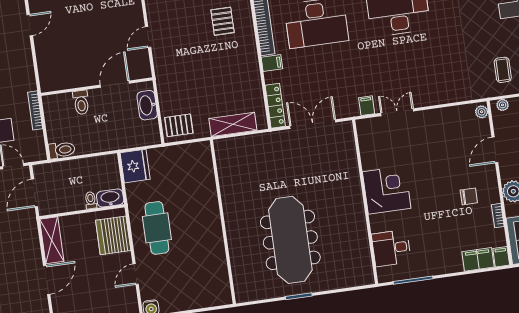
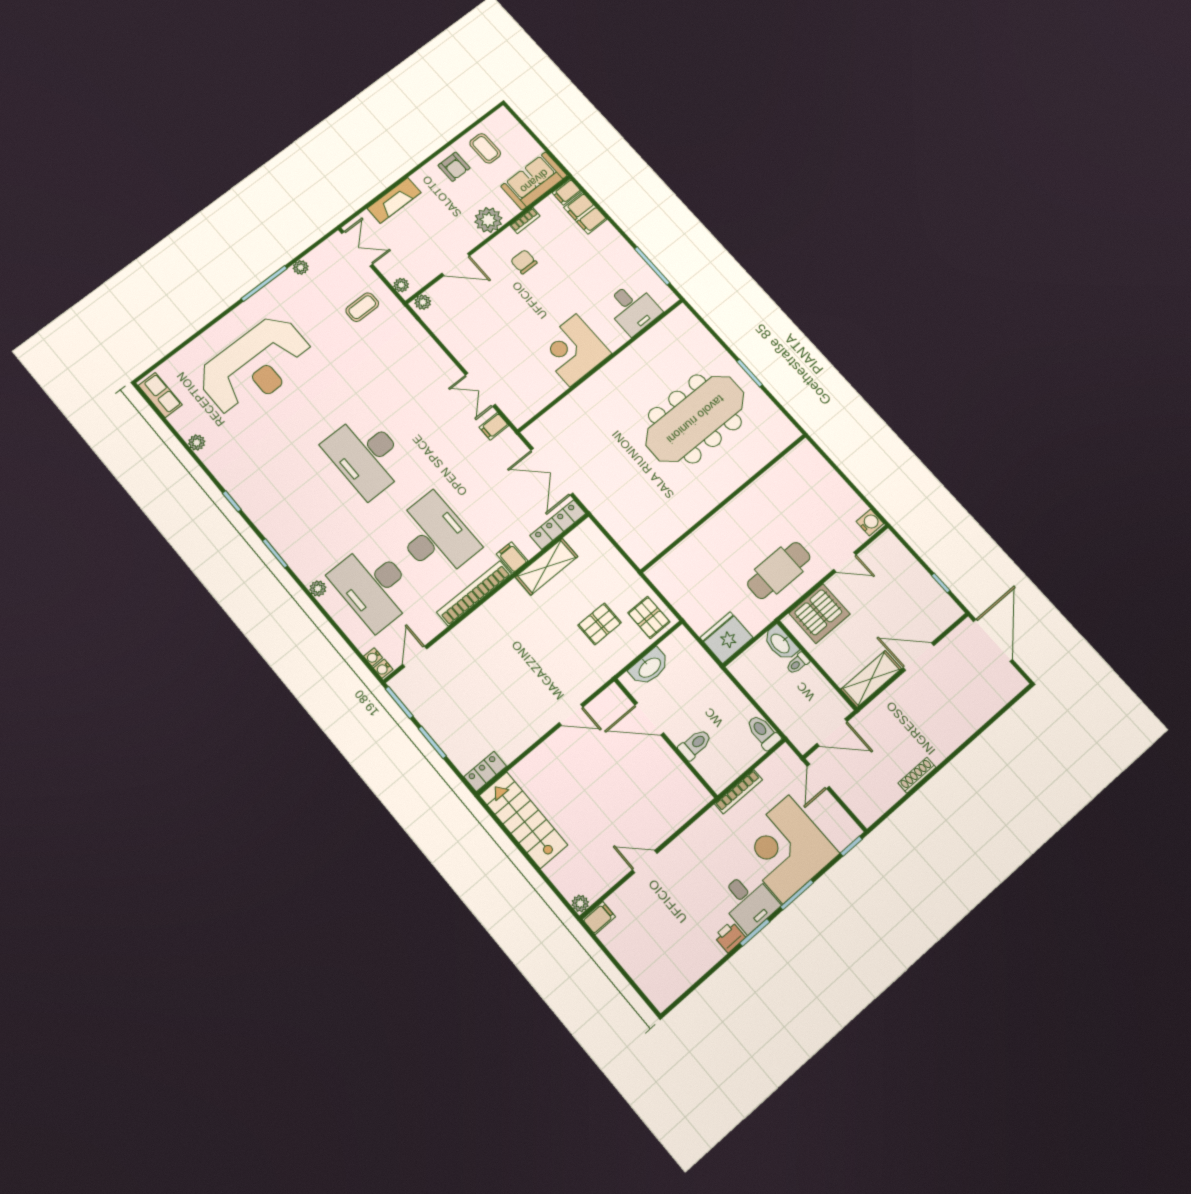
pallet: (223, 21) -> (600, 624), moved
shelving: (233, 124) -> (547, 567), moved, turned 90

